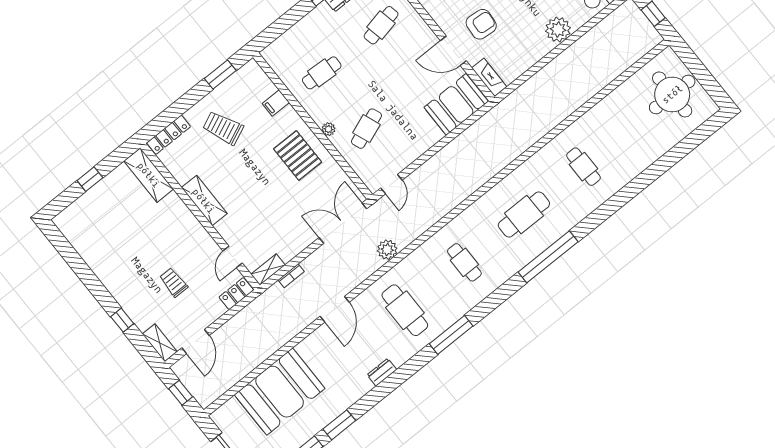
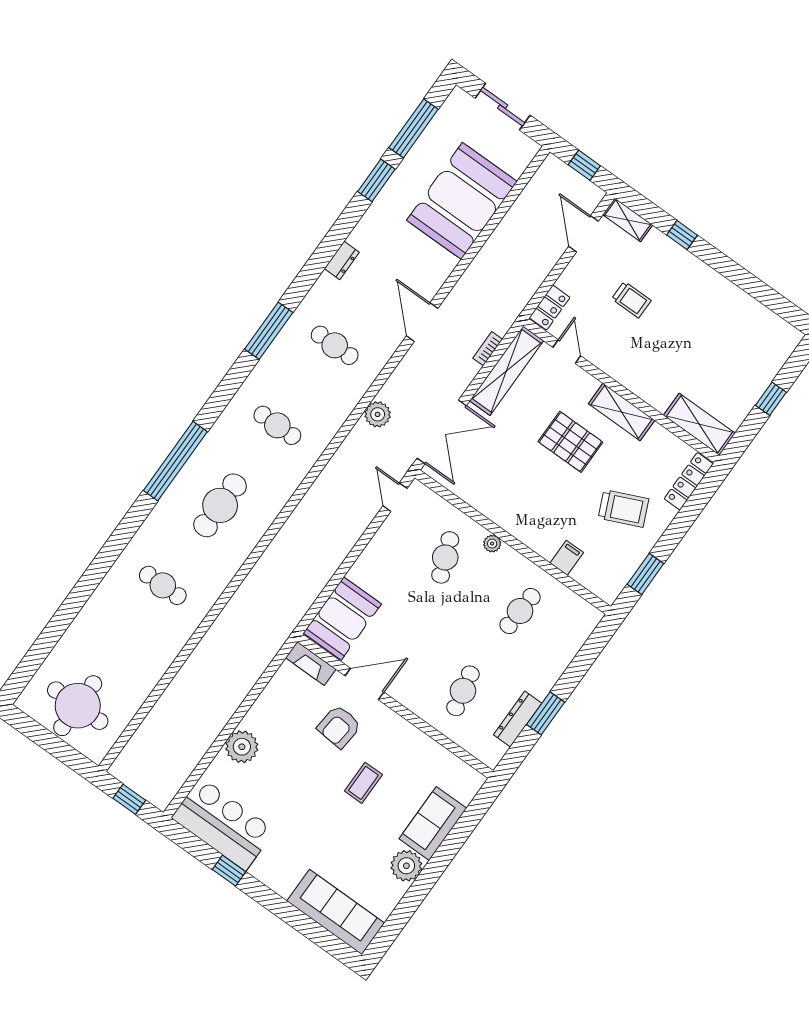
pallet: (298, 155) -> (570, 442), moved
shelving: (268, 270) -> (506, 371), width x2.20, depth x1.33
cafe table: (405, 310) -> (335, 345), width x0.73, depth x0.74

